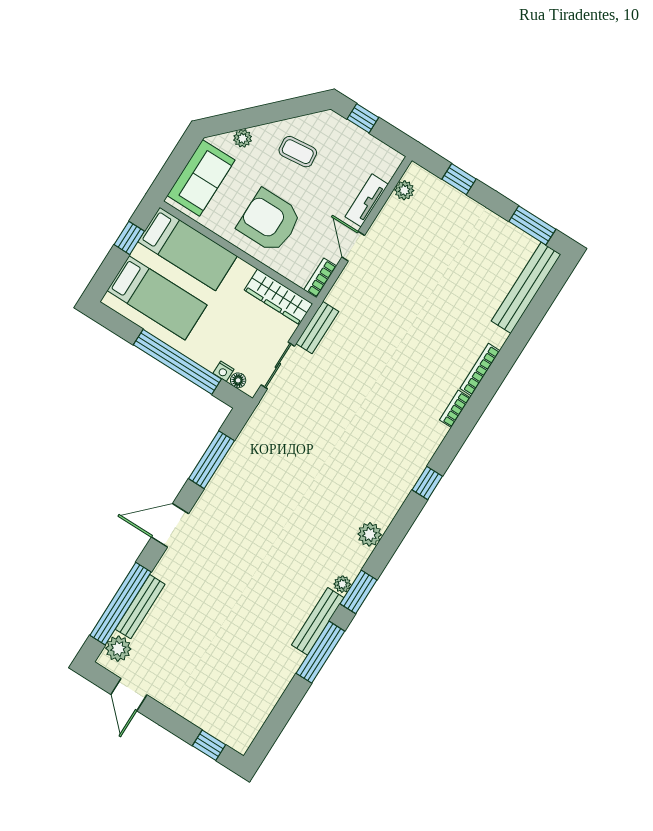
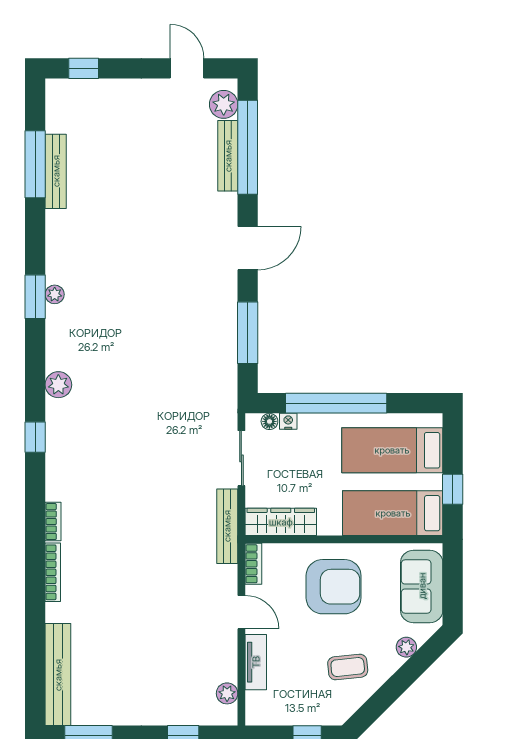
bench: (317, 328) -> (227, 526), width x1.36
plant: (370, 534) -> (58, 385), moved
bench: (318, 621) -> (56, 171), moved
window: (320, 652) -> (35, 164), moved

